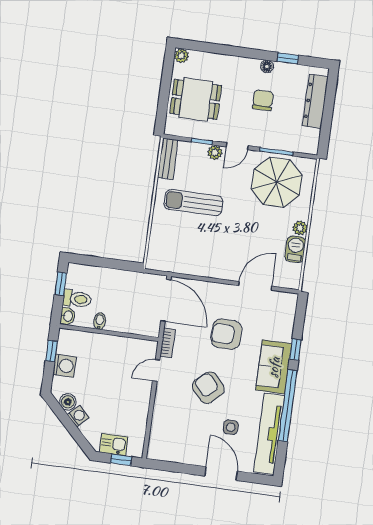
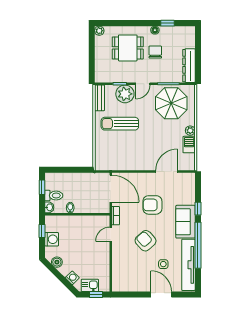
dining table: (196, 99) -> (128, 48), moved
dresser: (315, 101) -> (189, 66), moved
plant: (215, 152) -> (125, 94), width x1.87, depth x1.87
washing machine: (78, 416) -> (72, 278), moved

